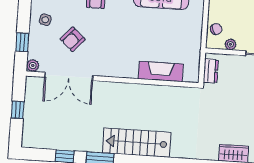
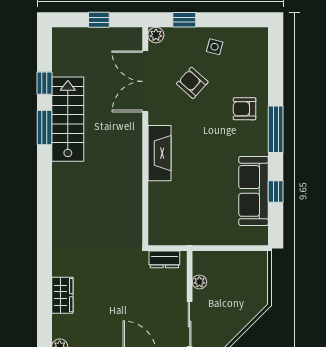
chair: (216, 29) -> (218, 263), removed
fireplace: (161, 71) -> (159, 153), moved
stairs: (137, 143) -> (68, 119), moved

